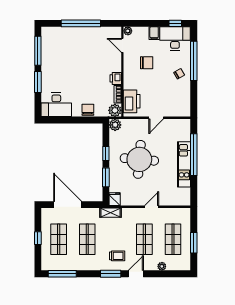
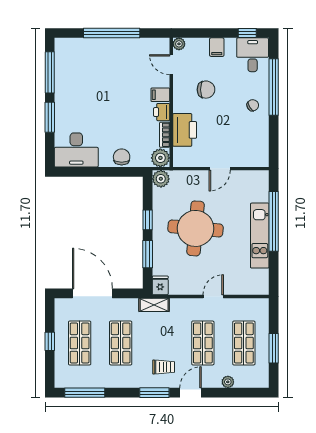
desk: (175, 39) -> (253, 55), width x0.73
filing cabinet: (115, 66) -> (160, 95), added
printer: (132, 101) -> (185, 130), moved

